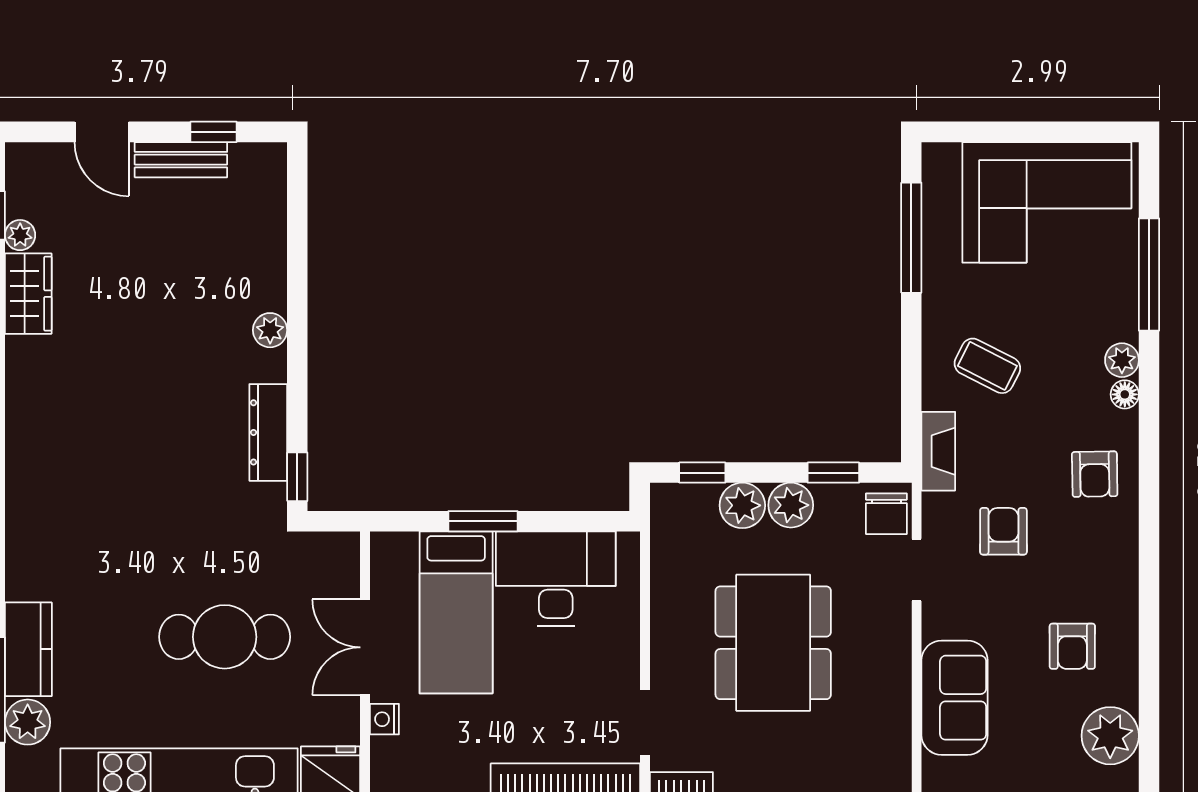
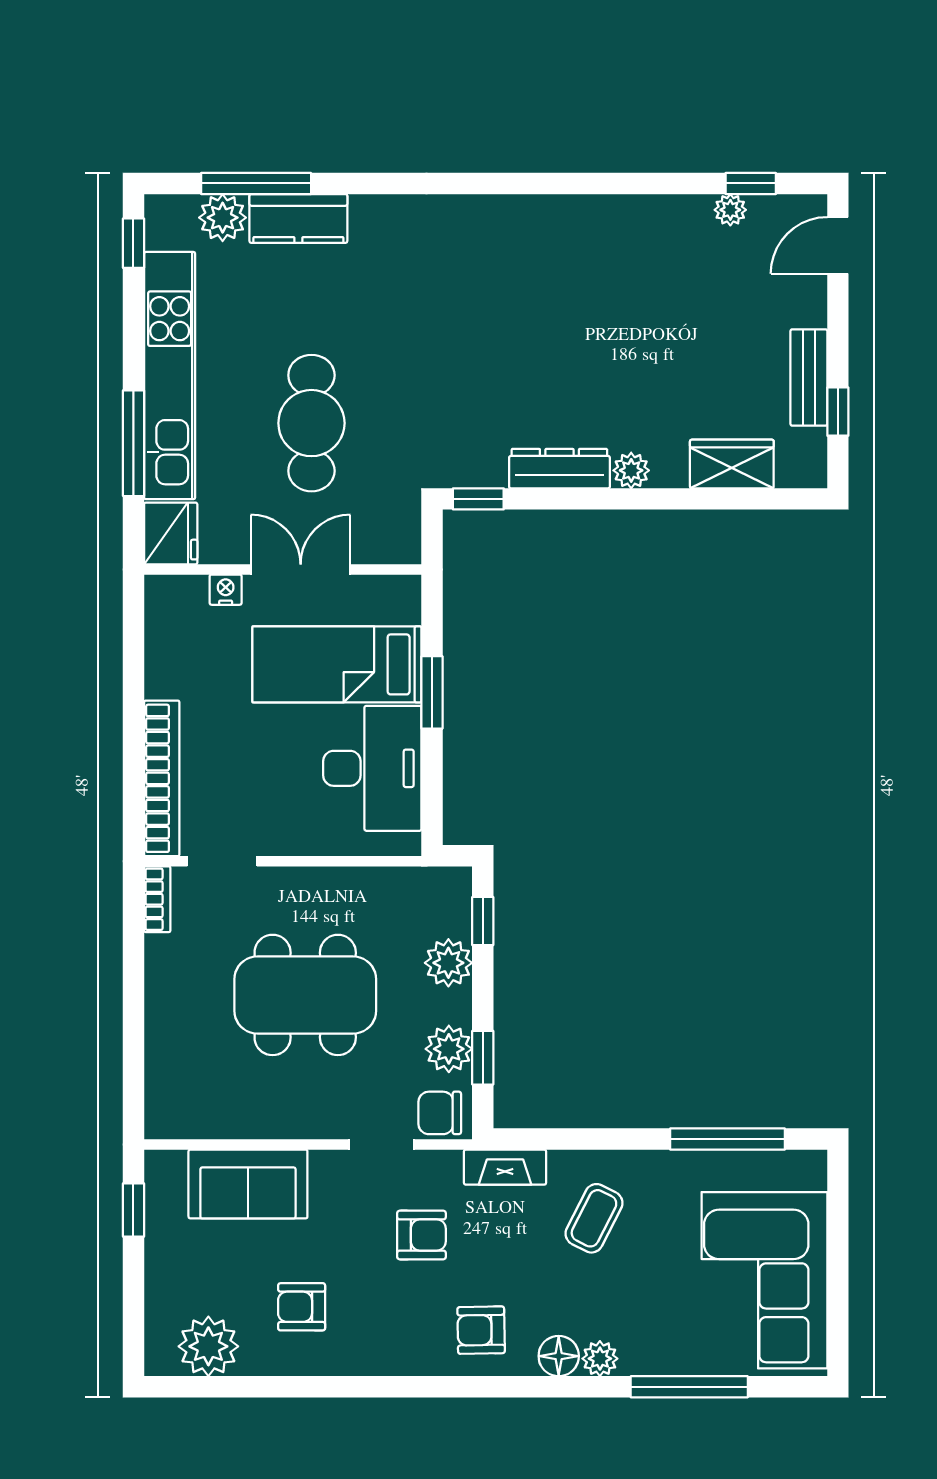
door: (102, 132) -> (838, 245), moved
wardrobe: (28, 294) -> (732, 464), moved, turned 180
floor lamp: (1125, 394) -> (559, 1356), width x1.37, depth x1.37
dresser: (268, 432) -> (559, 469), moved
plant: (791, 505) -> (449, 1049), moved

